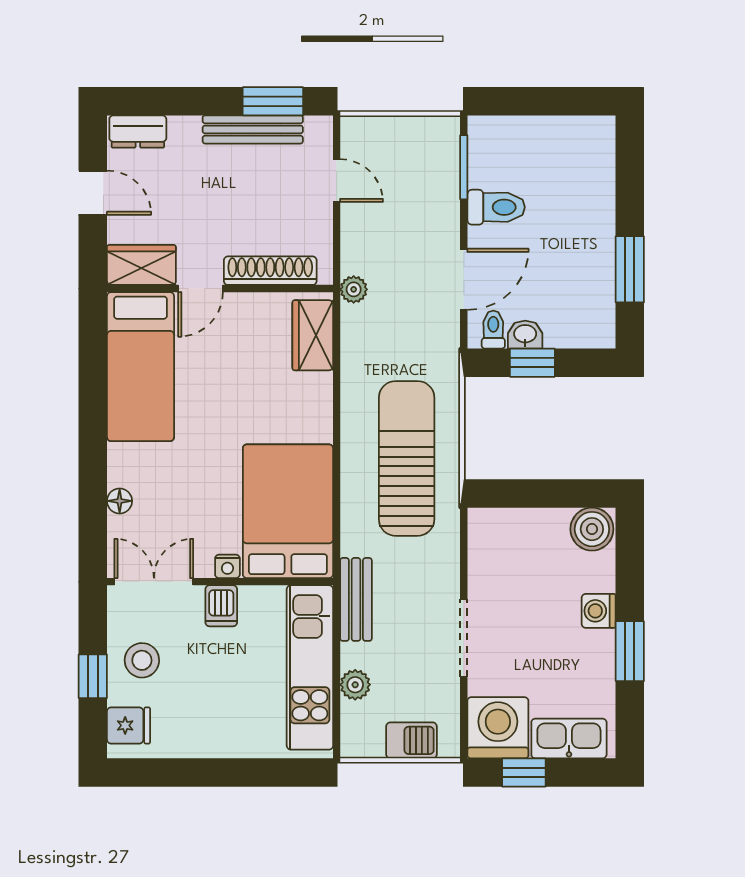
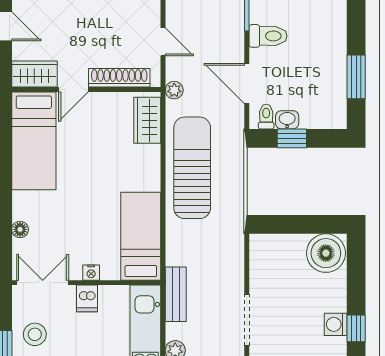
door: (337, 181) -> (163, 42), moved
door: (464, 279) -> (247, 83), swing flipped
sun lounger: (407, 458) -> (192, 168), moved
bed: (288, 511) -> (141, 236), width x0.67
boiler: (592, 529) -> (326, 253), width x1.37, depth x1.37
washing machine: (599, 611) -> (336, 324), moved
window: (630, 651) -> (356, 328), width x0.67

